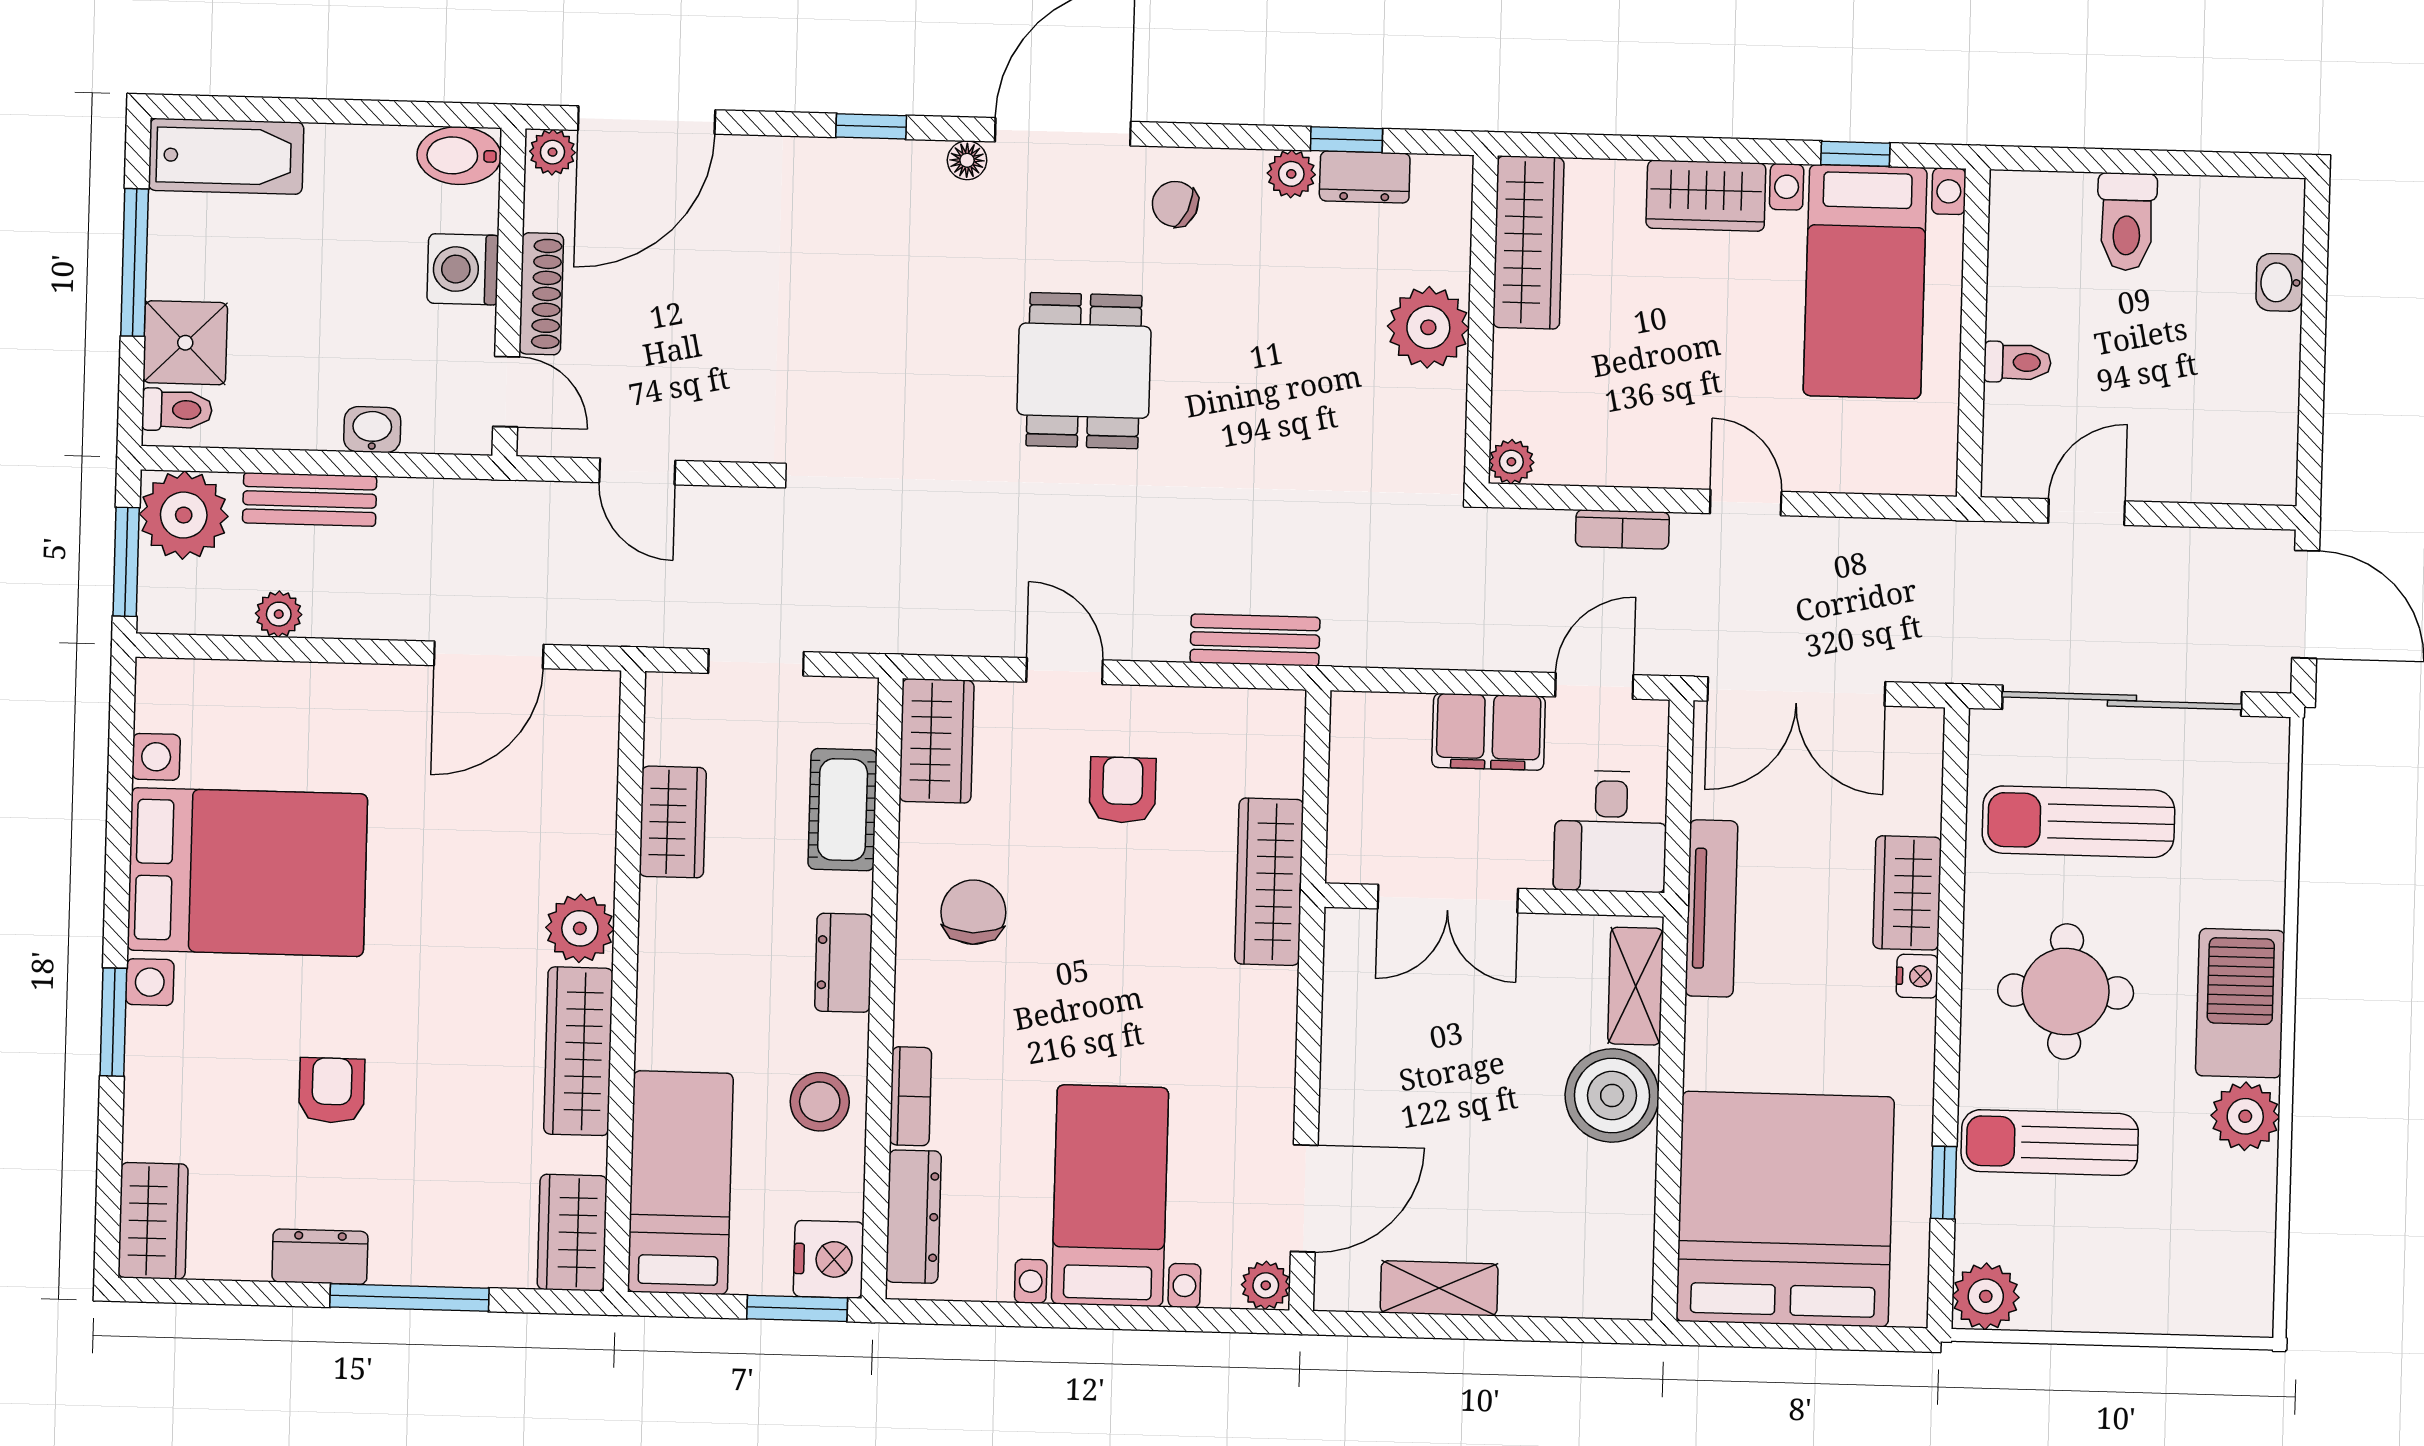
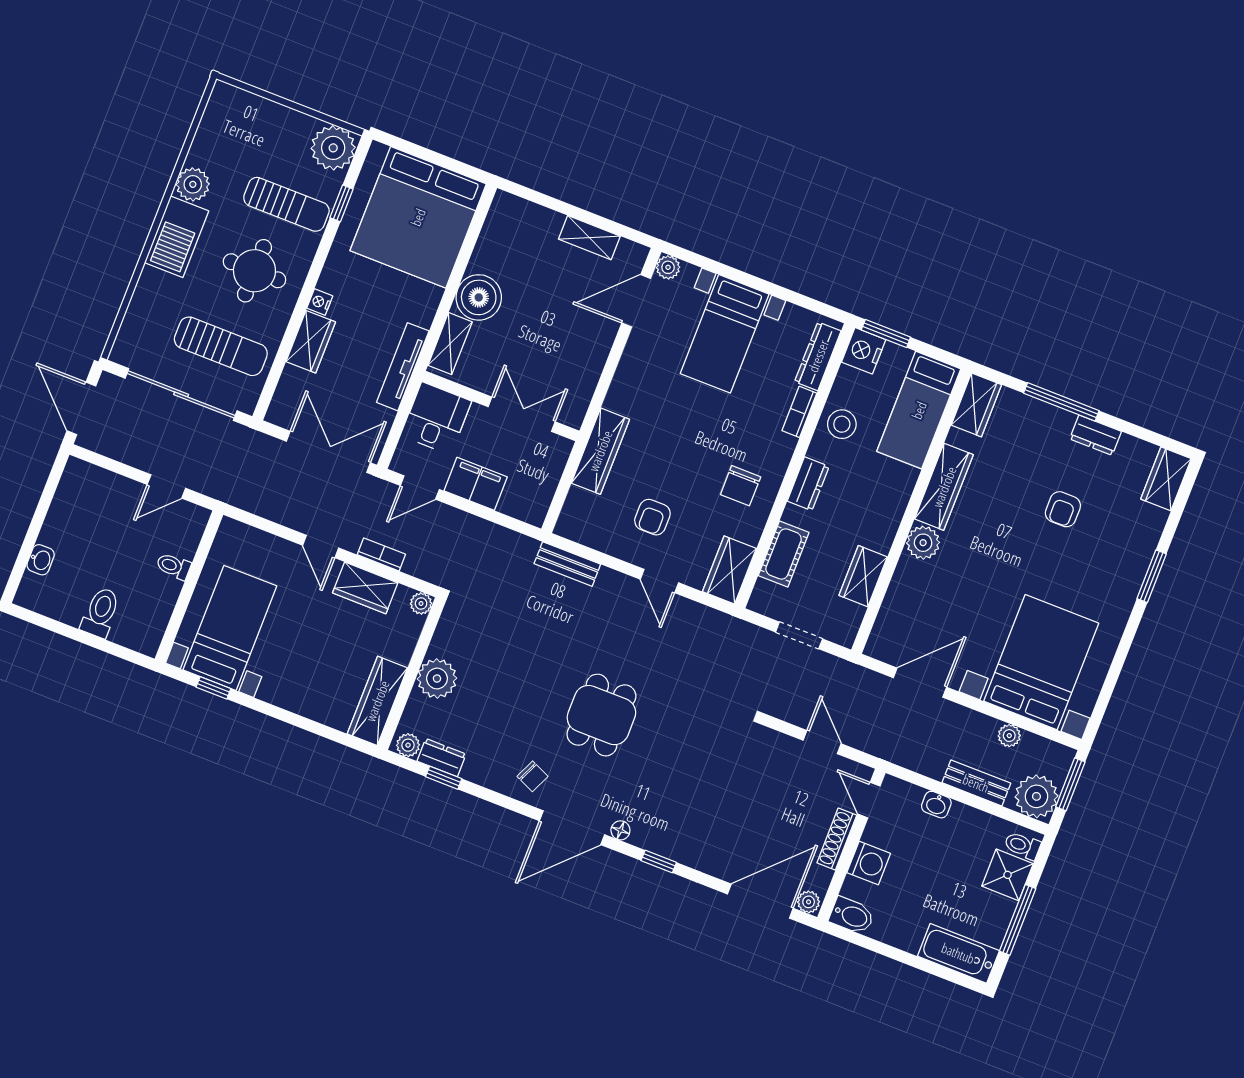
plant: (1291, 174) -> (408, 745), moved
wardrobe: (1706, 196) -> (365, 588), moved, turned 180
bed with nightstands: (247, 872) -> (1041, 662), moved, turned 90
plant: (1986, 1296) -> (333, 148), width x1.36, depth x1.36

